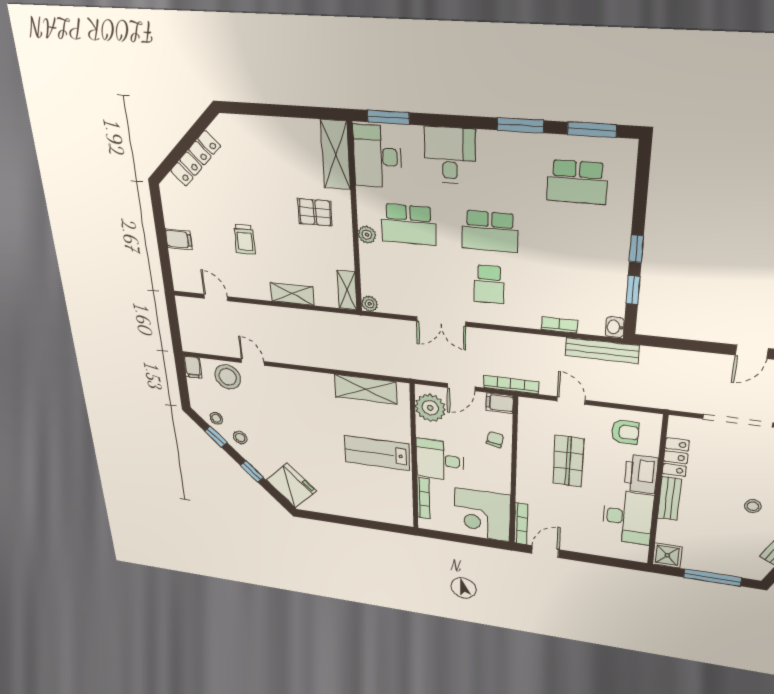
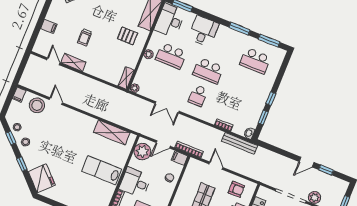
shelving: (292, 294) -> (73, 62), moved

